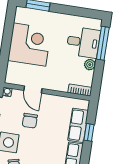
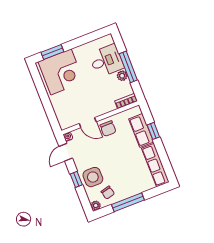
window: (103, 43) -> (128, 67), moved
corner desk: (29, 45) -> (61, 72), moved, turned 90
chair: (30, 121) -> (108, 129), moved

